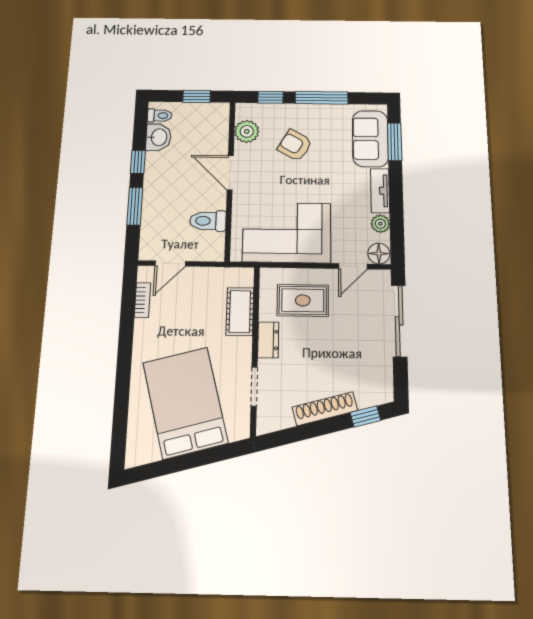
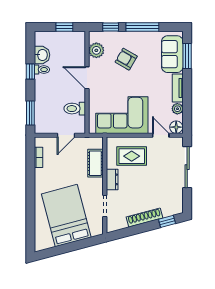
toilet: (160, 116) -> (42, 70), moved
window: (135, 206) -> (30, 113), moved
door: (170, 264) -> (66, 135), moved
door: (353, 266) -> (161, 135), swing flipped

